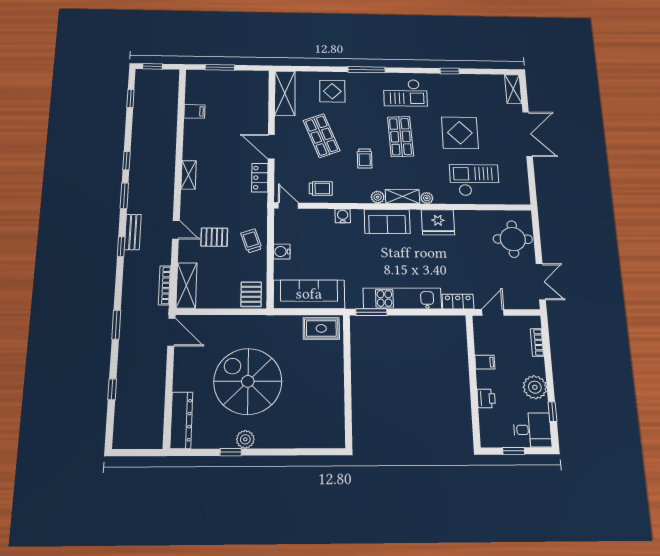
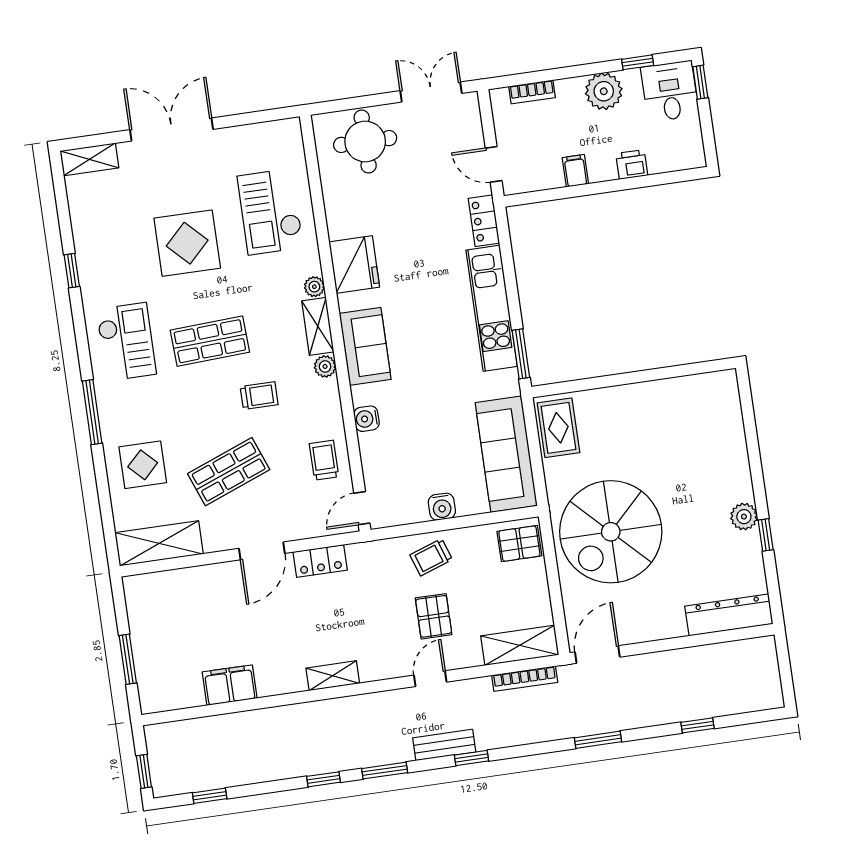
filing cabinet: (194, 111) -> (230, 685), width x2.00
spiral stairs: (248, 381) -> (611, 532), moved
window: (514, 451) -> (700, 82), moved

